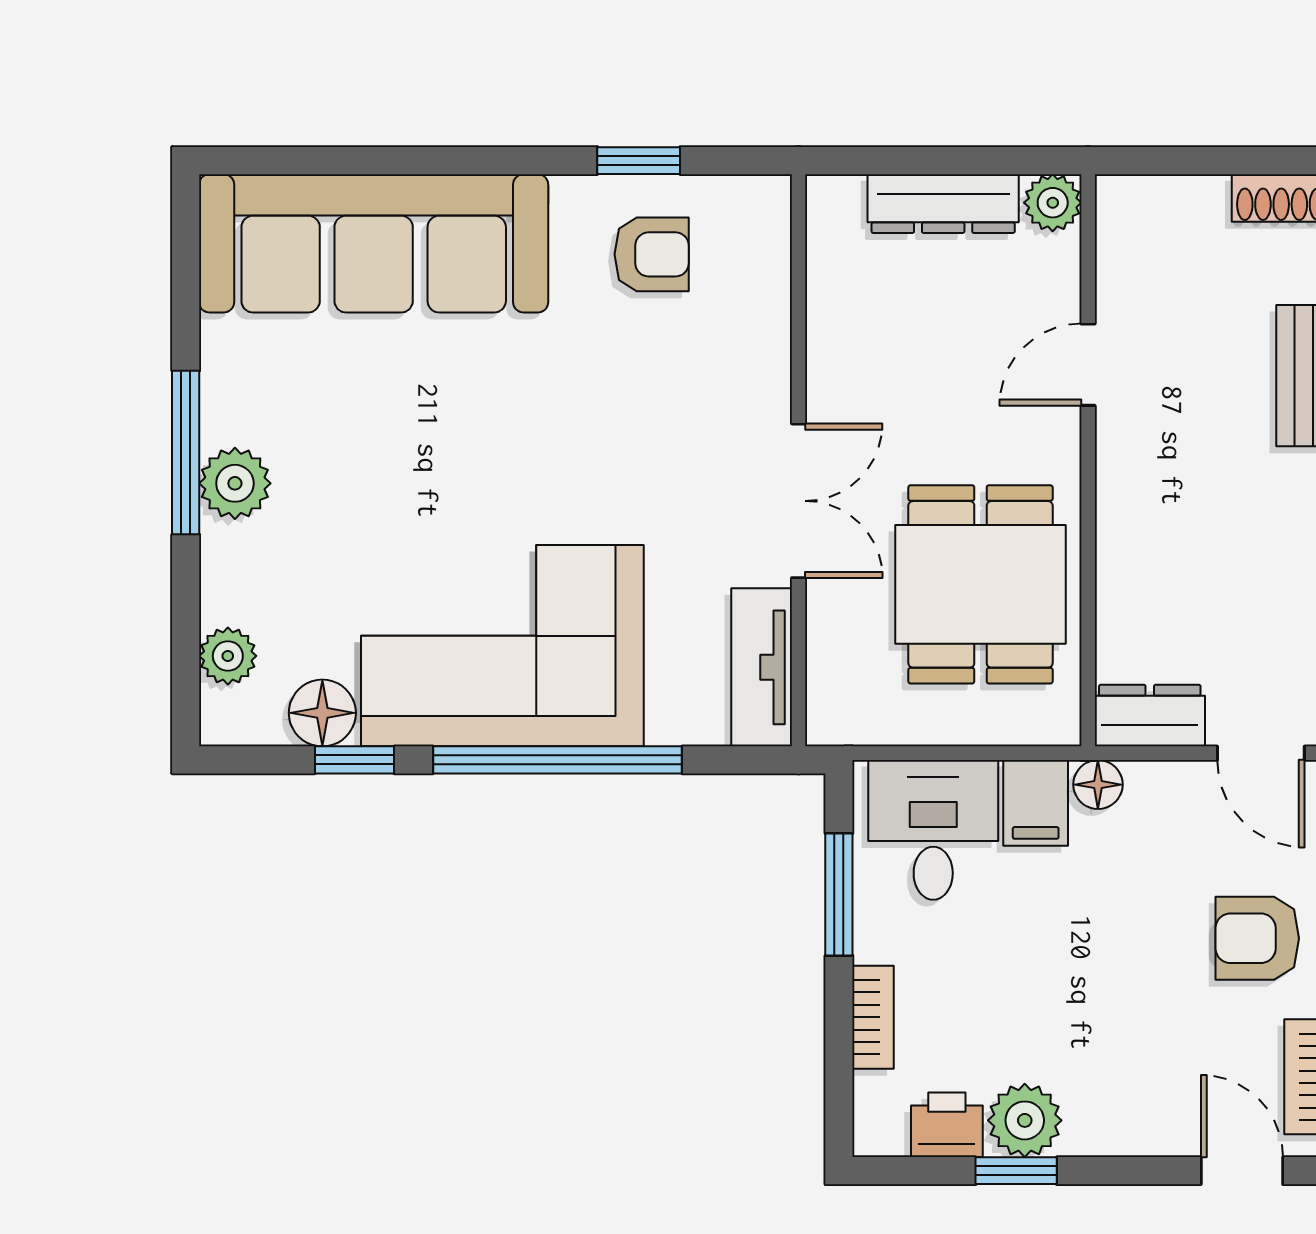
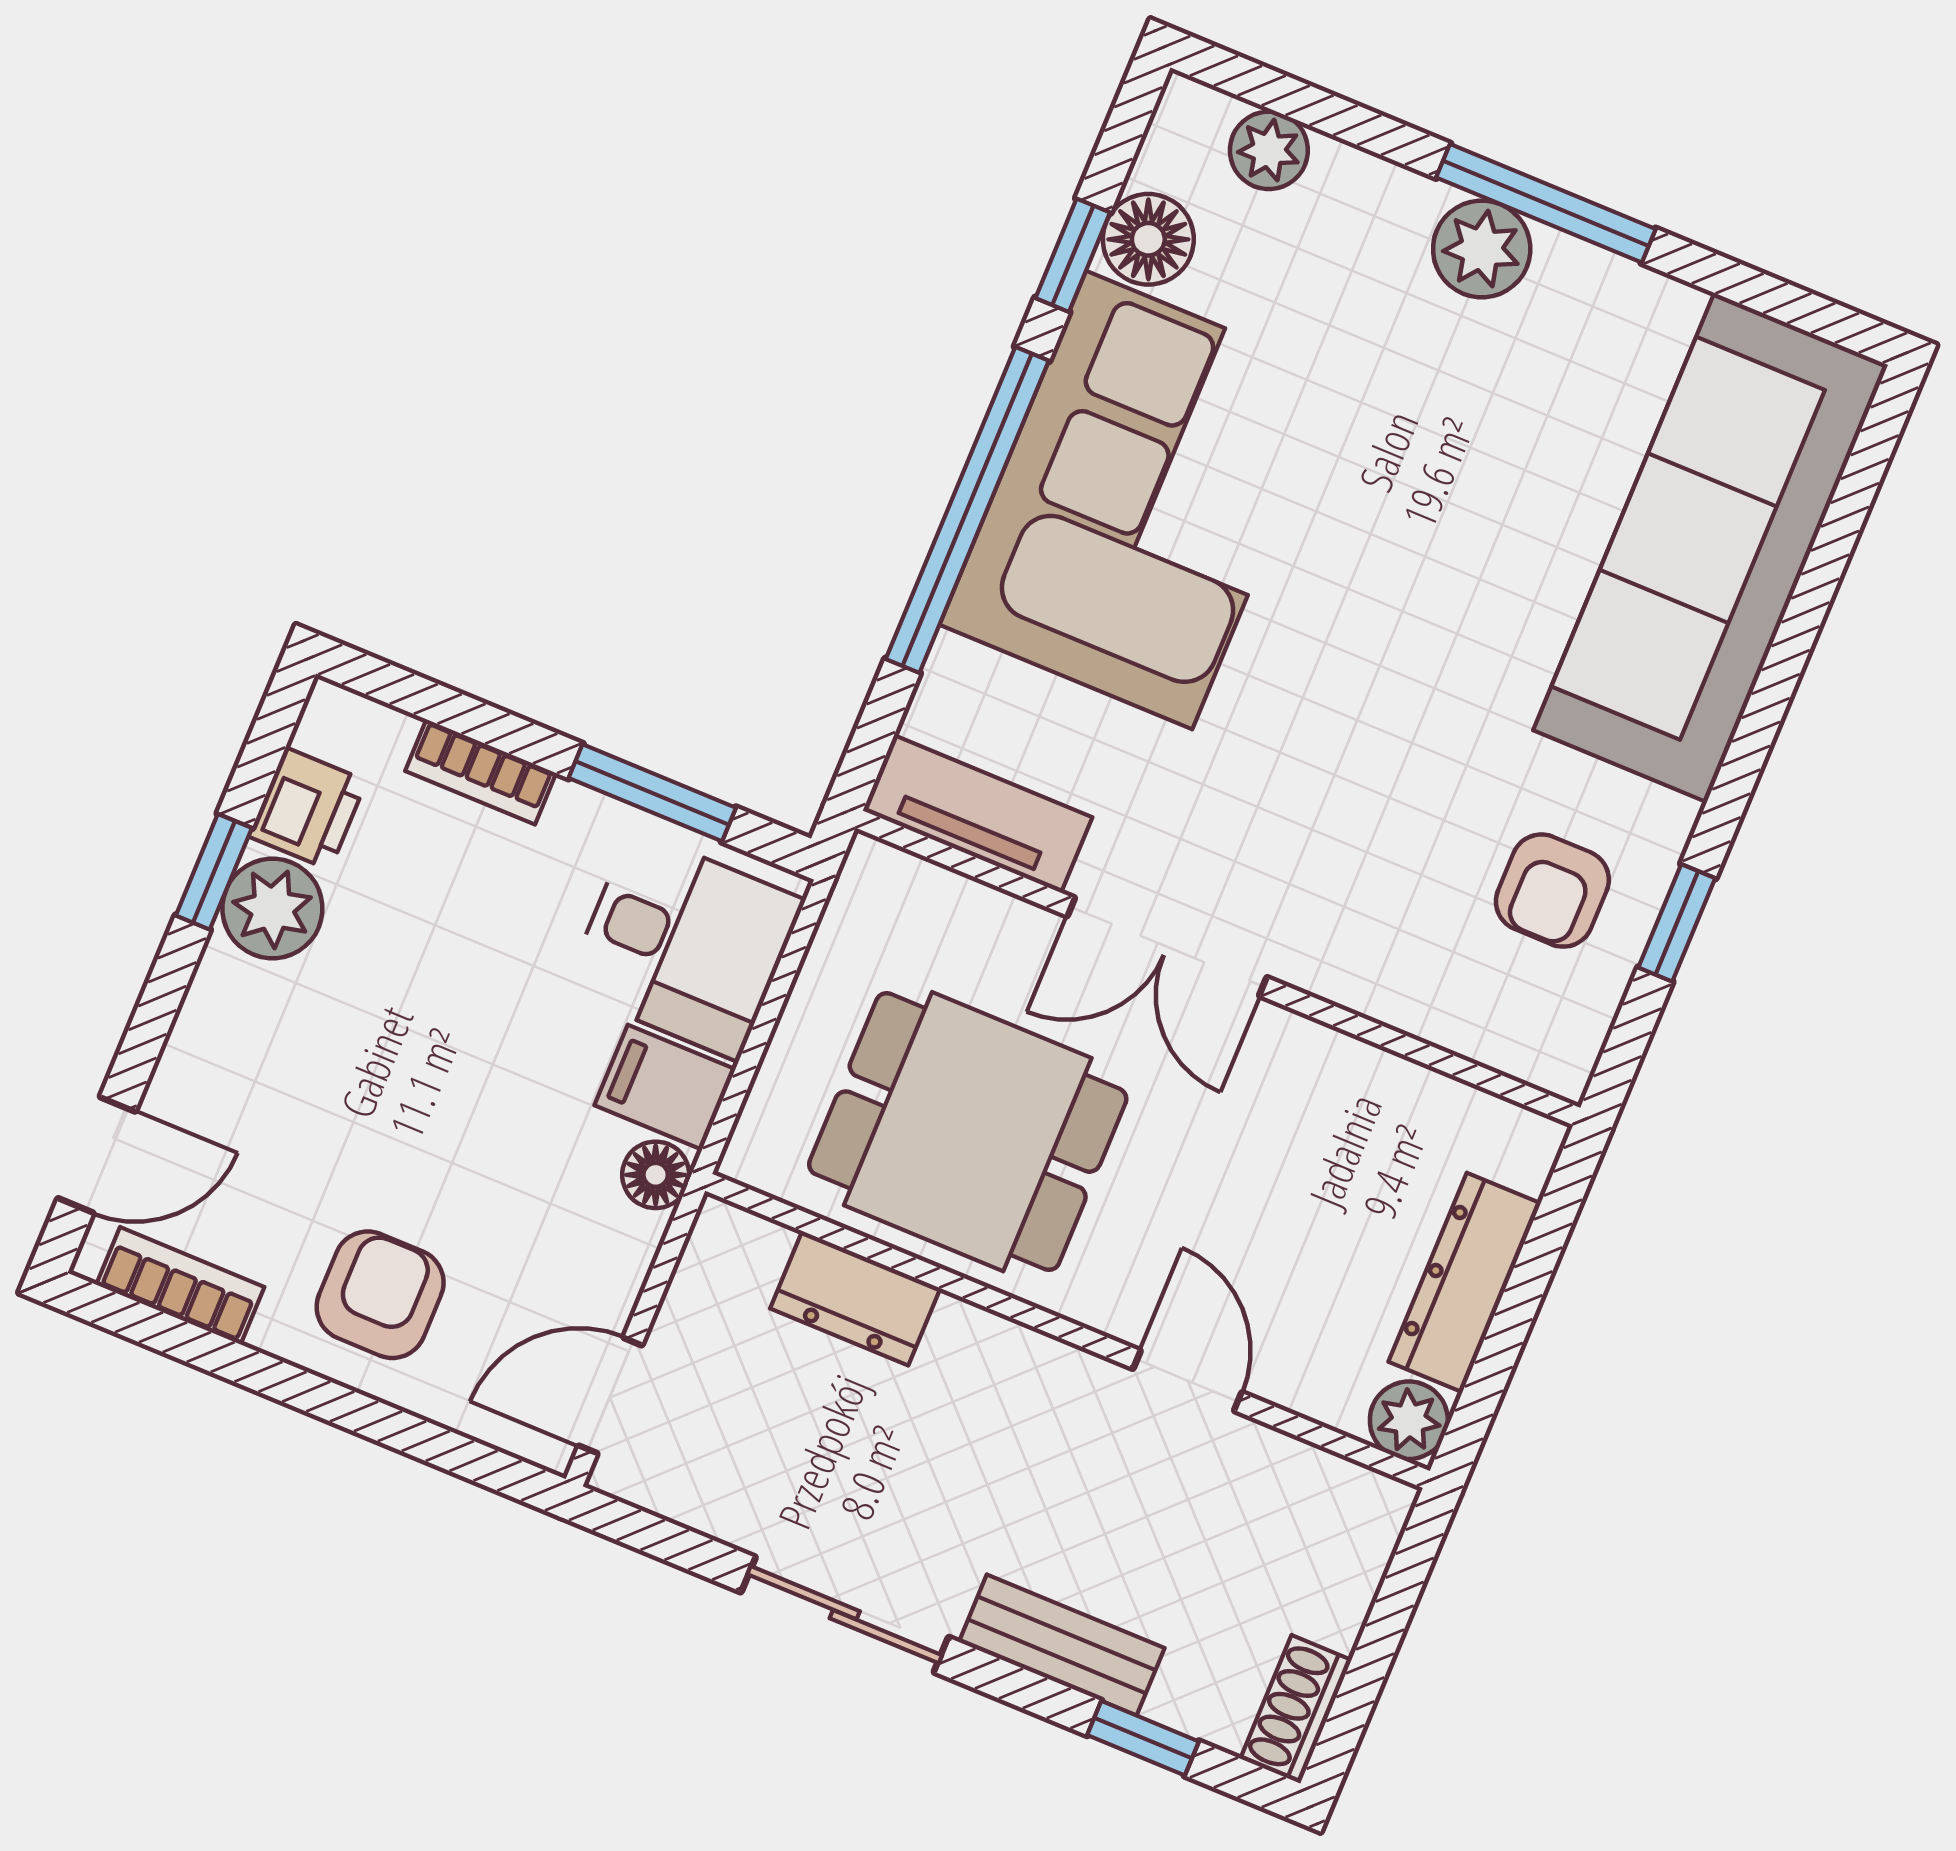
dresser: (1150, 716) -> (855, 1298), moved, turned 90

